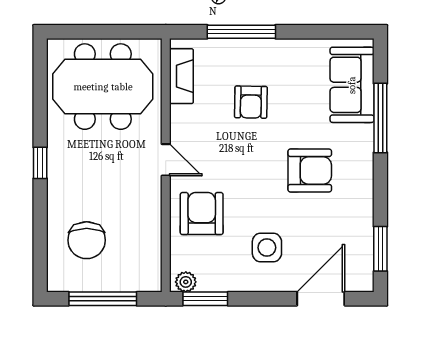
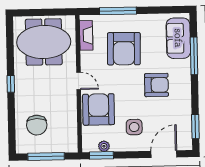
armchair: (251, 102) -> (124, 49), width x1.88, depth x1.88
armchair: (202, 214) -> (99, 109), width x1.36, depth x1.36
plant: (186, 282) -> (104, 146), moved

